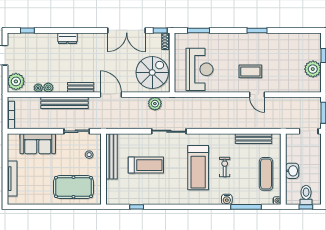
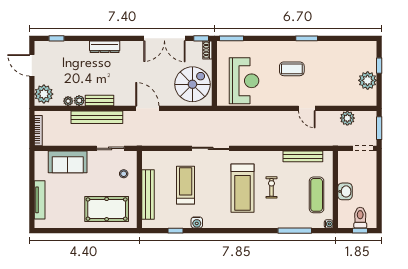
window: (199, 30) -> (231, 38), moved
dresser: (67, 38) -> (105, 47), width x1.44
coffee table: (250, 71) -> (292, 69), moved
bench: (81, 87) -> (100, 100), moved
plant: (155, 104) -> (347, 118), moved
bench: (111, 156) -> (148, 194), moved
treadmill: (146, 165) -> (186, 185), turned -90
water cooler: (227, 199) -> (197, 223), moved

